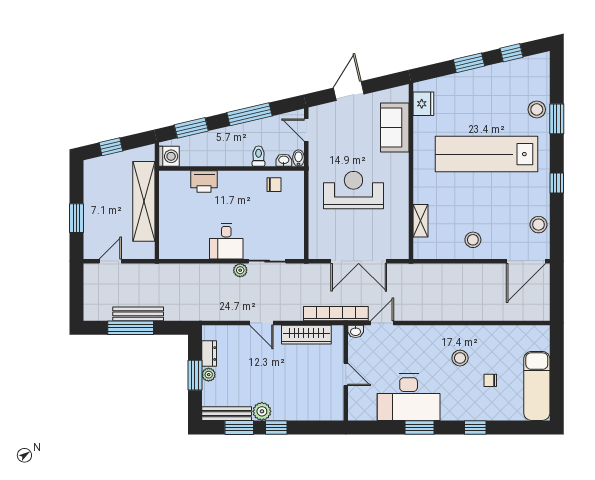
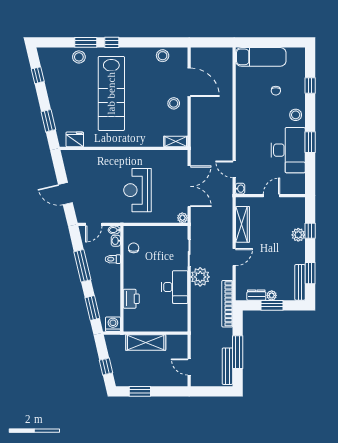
window: (469, 63) -> (48, 121), moved
sofa: (395, 128) -> (92, 160), removed
window: (557, 183) -> (112, 42), moved
shelving: (144, 201) -> (146, 342), width x0.68
window: (76, 218) -> (140, 391), moved
shelving: (420, 221) -> (176, 141), moved
desk: (226, 241) -> (175, 287), width x1.37
plant: (315, 252) -> (182, 218), added
door: (526, 261) -> (189, 82), moved
plant: (240, 270) -> (200, 277), width x1.87, depth x1.87
bench: (138, 314) -> (227, 366), moved
bookcase: (336, 314) -> (227, 304), moved
stool: (460, 358) -> (296, 115), moved
exam couch: (537, 386) -> (261, 57), moved
plant: (262, 411) -> (298, 235), moved
window: (276, 427) -> (310, 231), moved
window: (475, 427) -> (310, 86), moved

